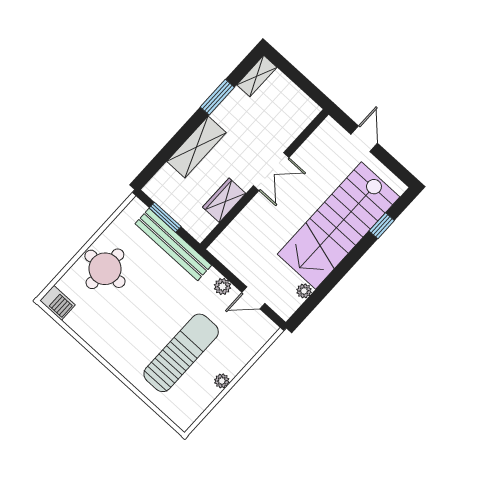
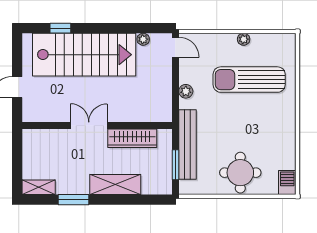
wardrobe: (224, 200) -> (132, 138), width x1.50
door: (253, 298) -> (175, 47), moved

